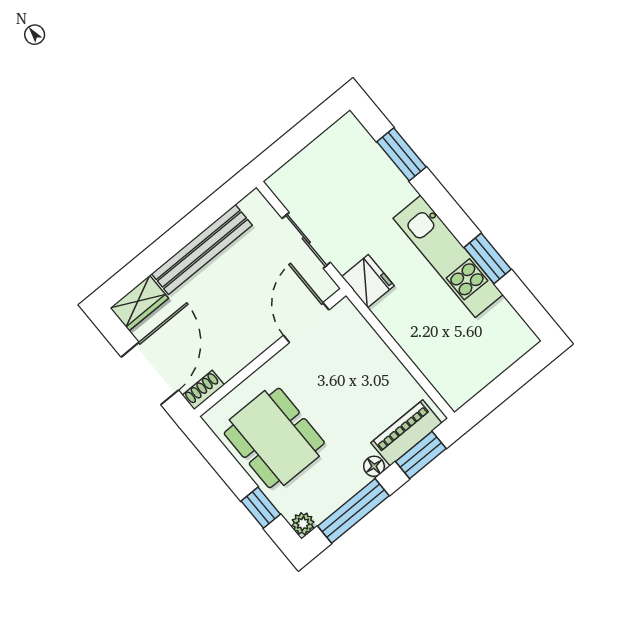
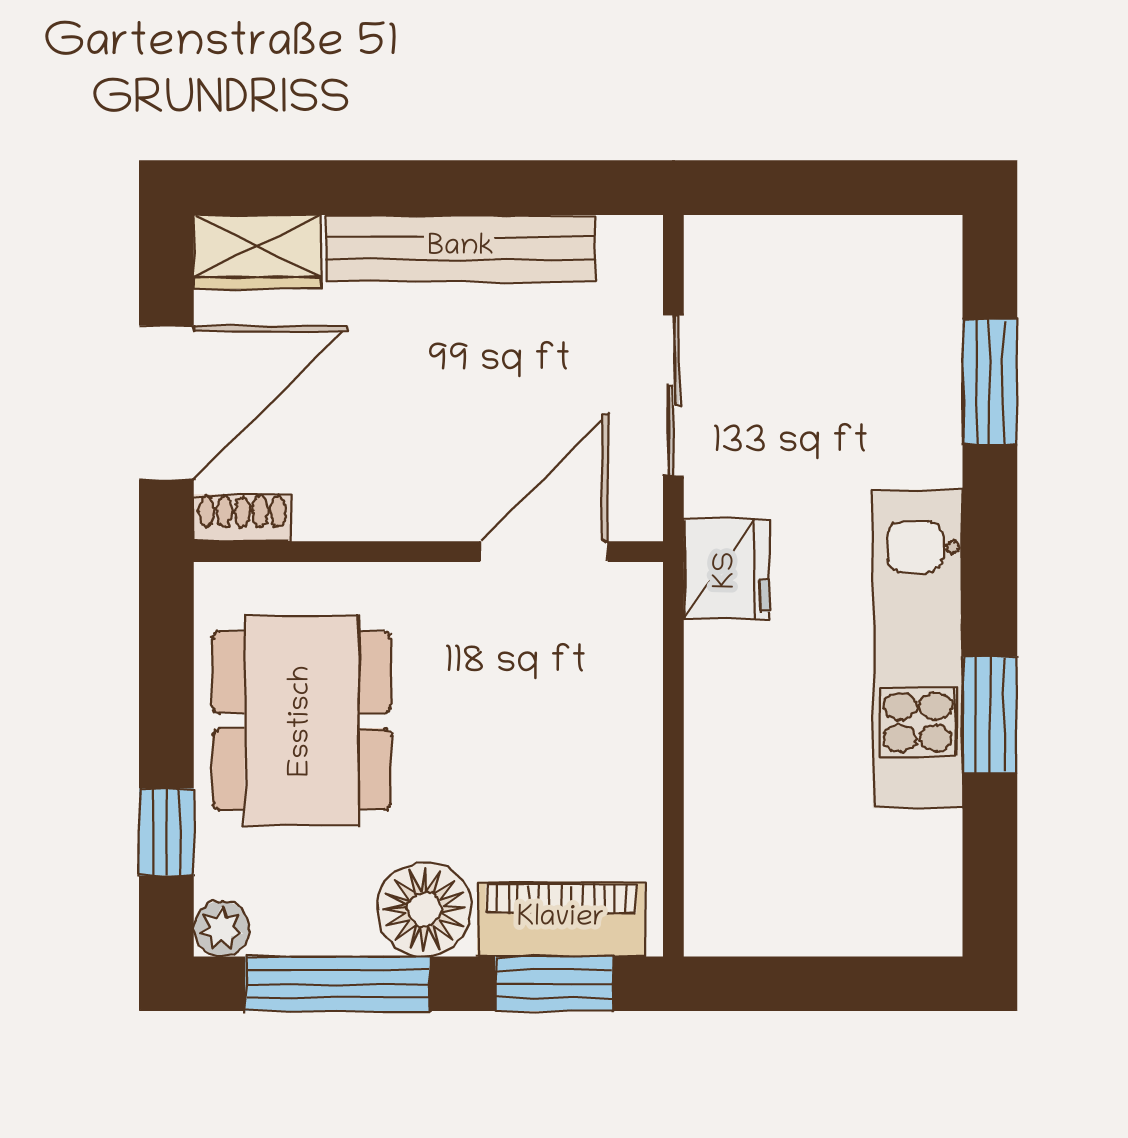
floor lamp: (374, 466) -> (425, 909), width x1.89, depth x1.89

